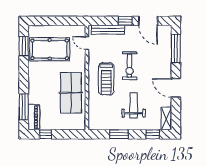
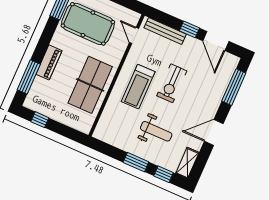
door: (176, 88) -> (214, 132), hinge flipped
weight bench: (134, 105) -> (156, 131), turned 90
piano: (34, 117) -> (49, 62), moved
window: (119, 134) -> (136, 162), moved

